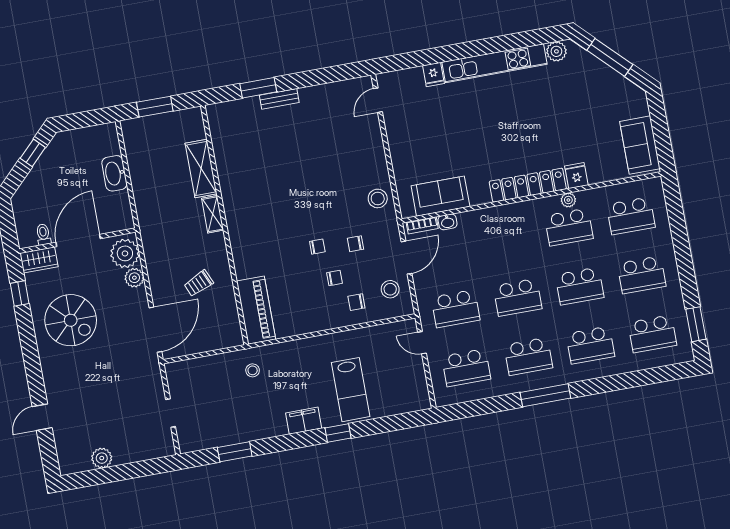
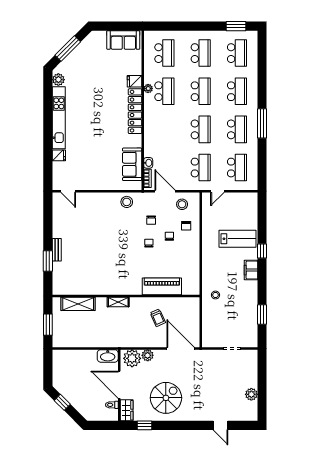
shelving: (201, 169) -> (78, 304), moved
washbasin: (114, 173) -> (108, 356), moved
piano: (256, 310) -> (162, 286), moved

